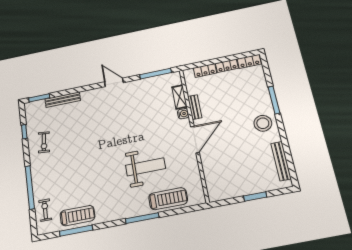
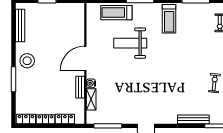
treadmill: (77, 216) -> (169, 19), moved, turned -90

